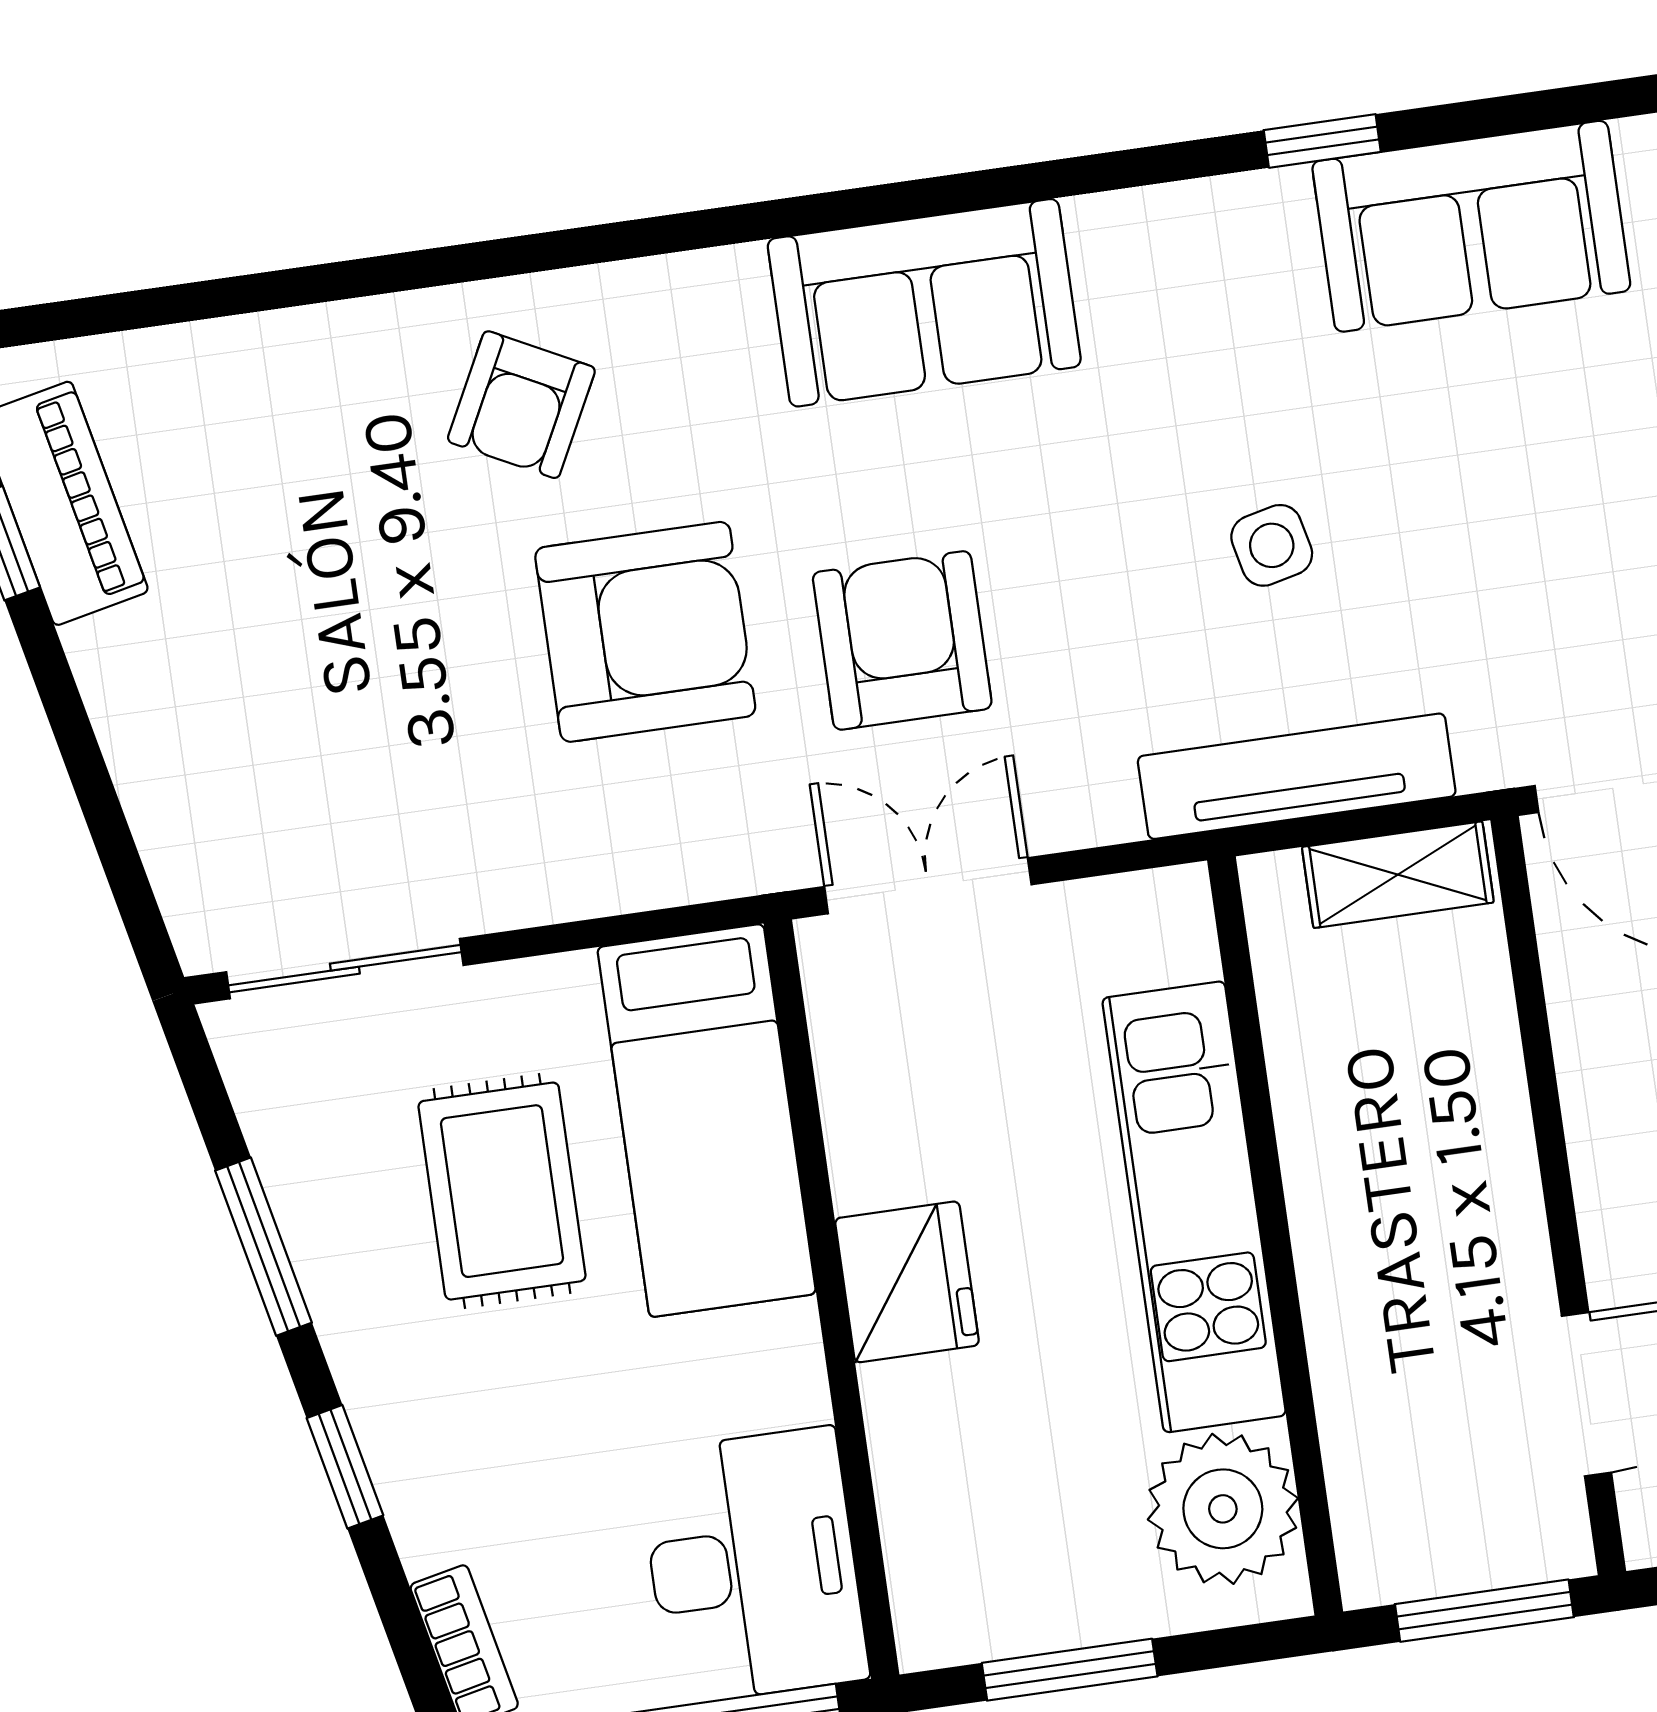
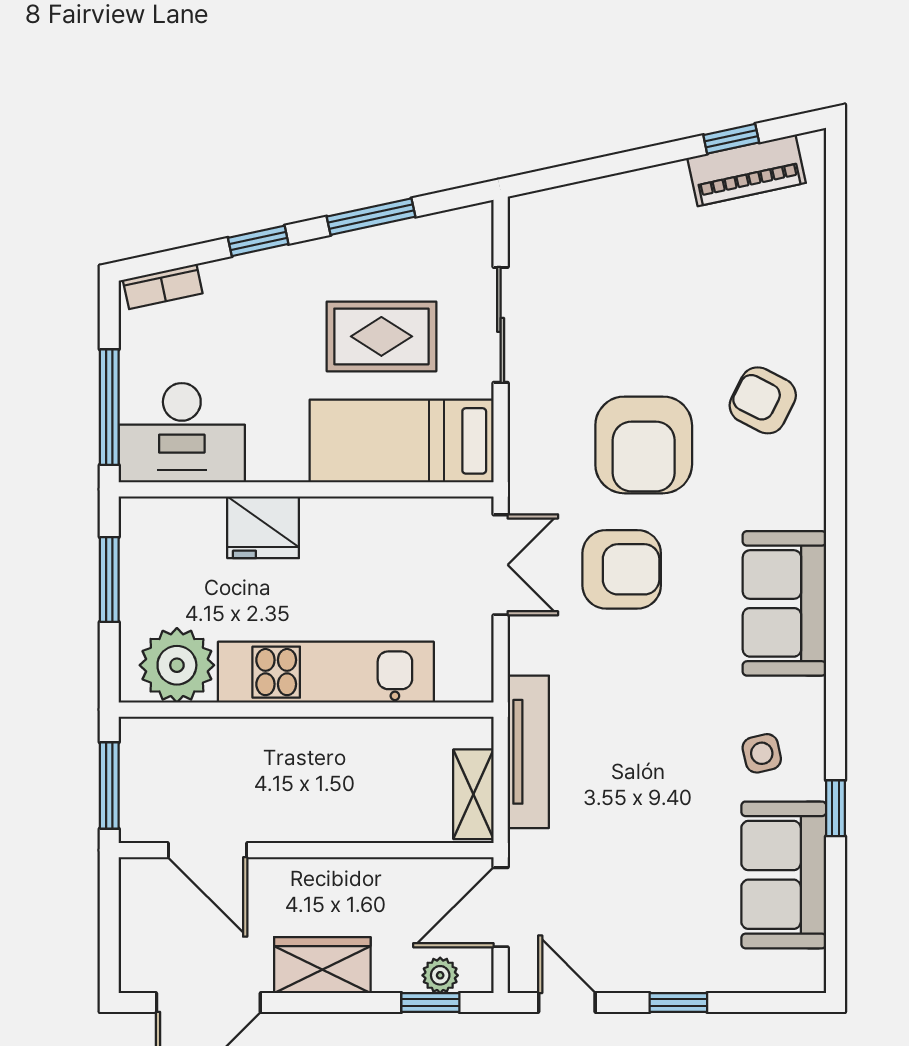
side table: (1272, 545) -> (762, 753), moved
sliding door: (345, 969) -> (501, 325), moved
fridge: (907, 1282) -> (263, 527), moved

